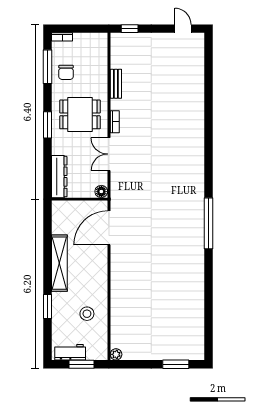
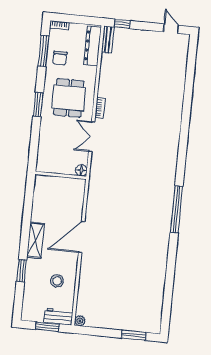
bench: (116, 84) -> (108, 40), moved
dining table: (80, 114) -> (69, 98), turned 90
dresser: (59, 177) -> (92, 46), moved, turned 180
door: (109, 228) -> (82, 237), moved
shelving: (59, 263) -> (35, 240), width x0.68
workbench: (70, 352) -> (58, 317), moved

